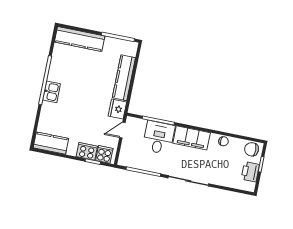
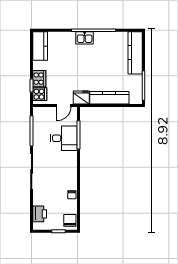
door: (122, 130) -> (64, 106), swing flipped
filing cabinet: (192, 138) -> (69, 167), removed
printer: (250, 172) -> (40, 214), moved, turned 90

